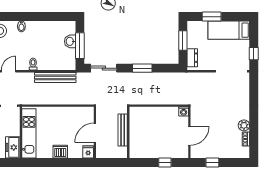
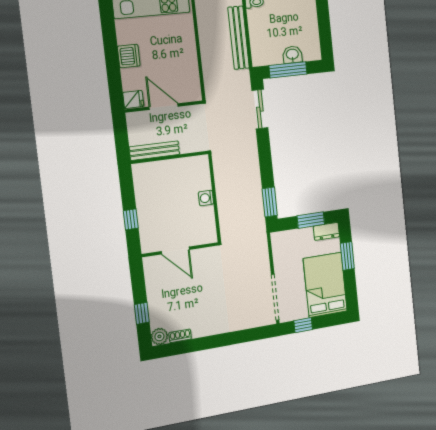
bed: (229, 30) -> (325, 285), width x1.50
dresser: (192, 58) -> (326, 231), moved
window: (142, 68) -> (270, 202), moved
washing machine: (184, 111) -> (206, 198), moved
plant: (244, 125) -> (159, 336), moved
bench: (123, 130) -> (154, 151), moved
window: (212, 163) -> (142, 313), moved

